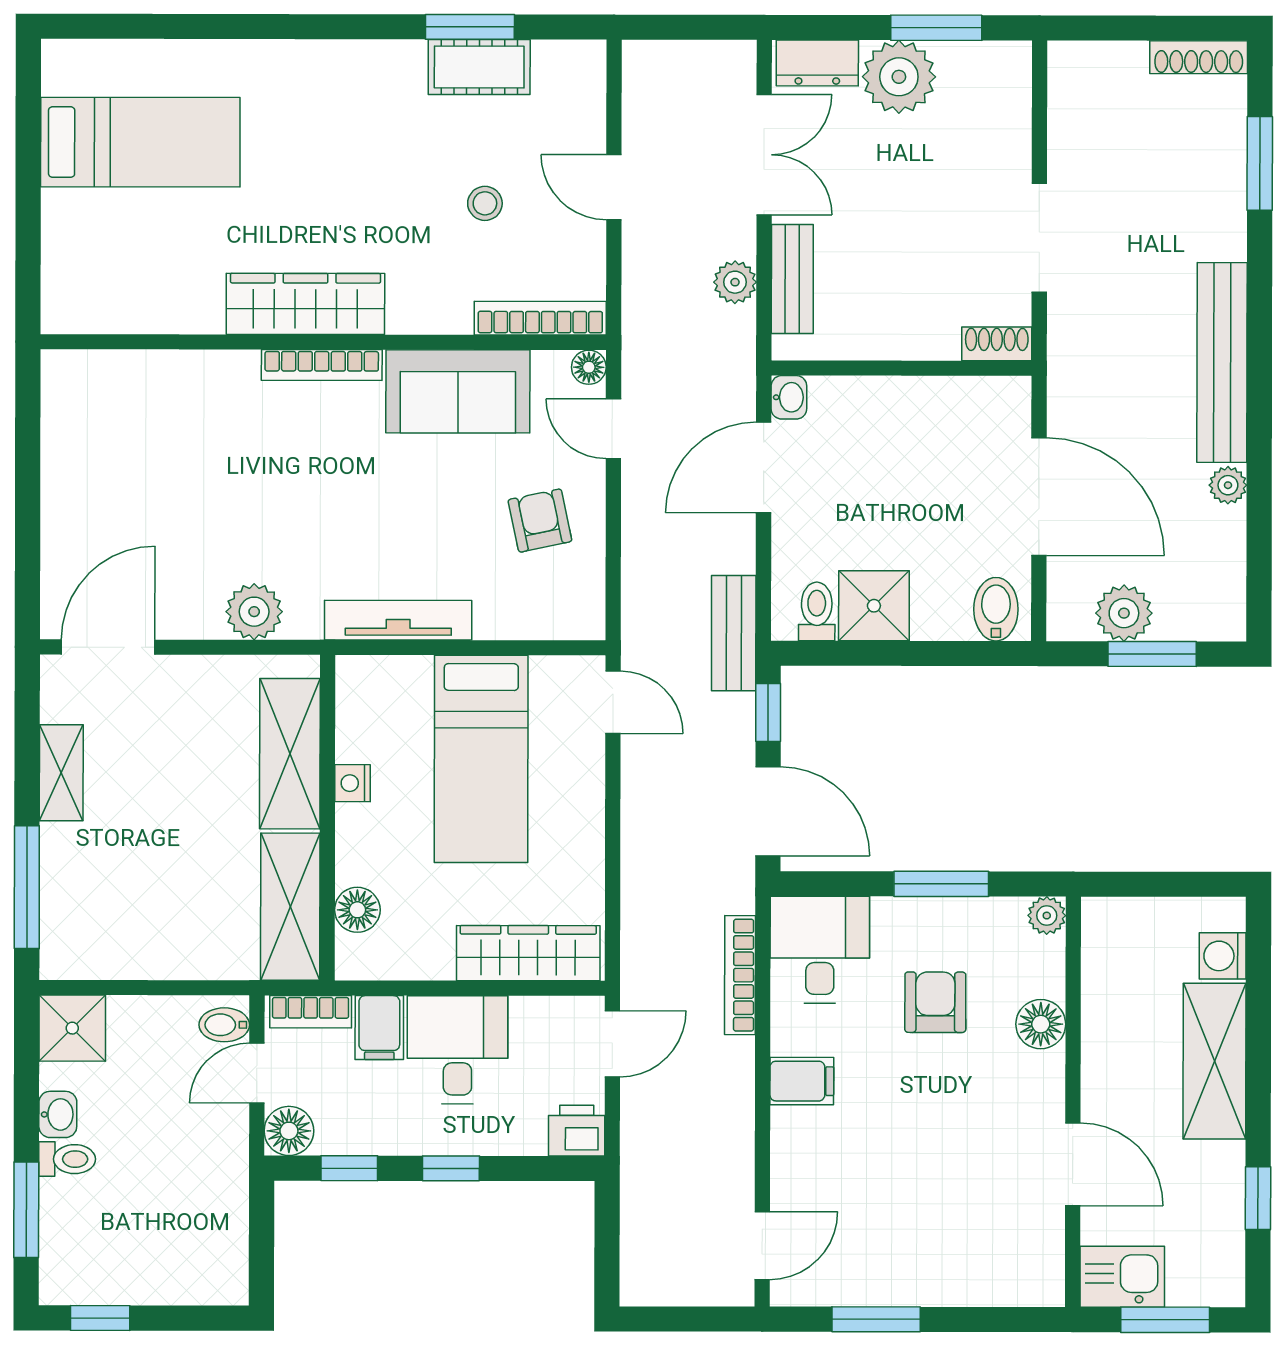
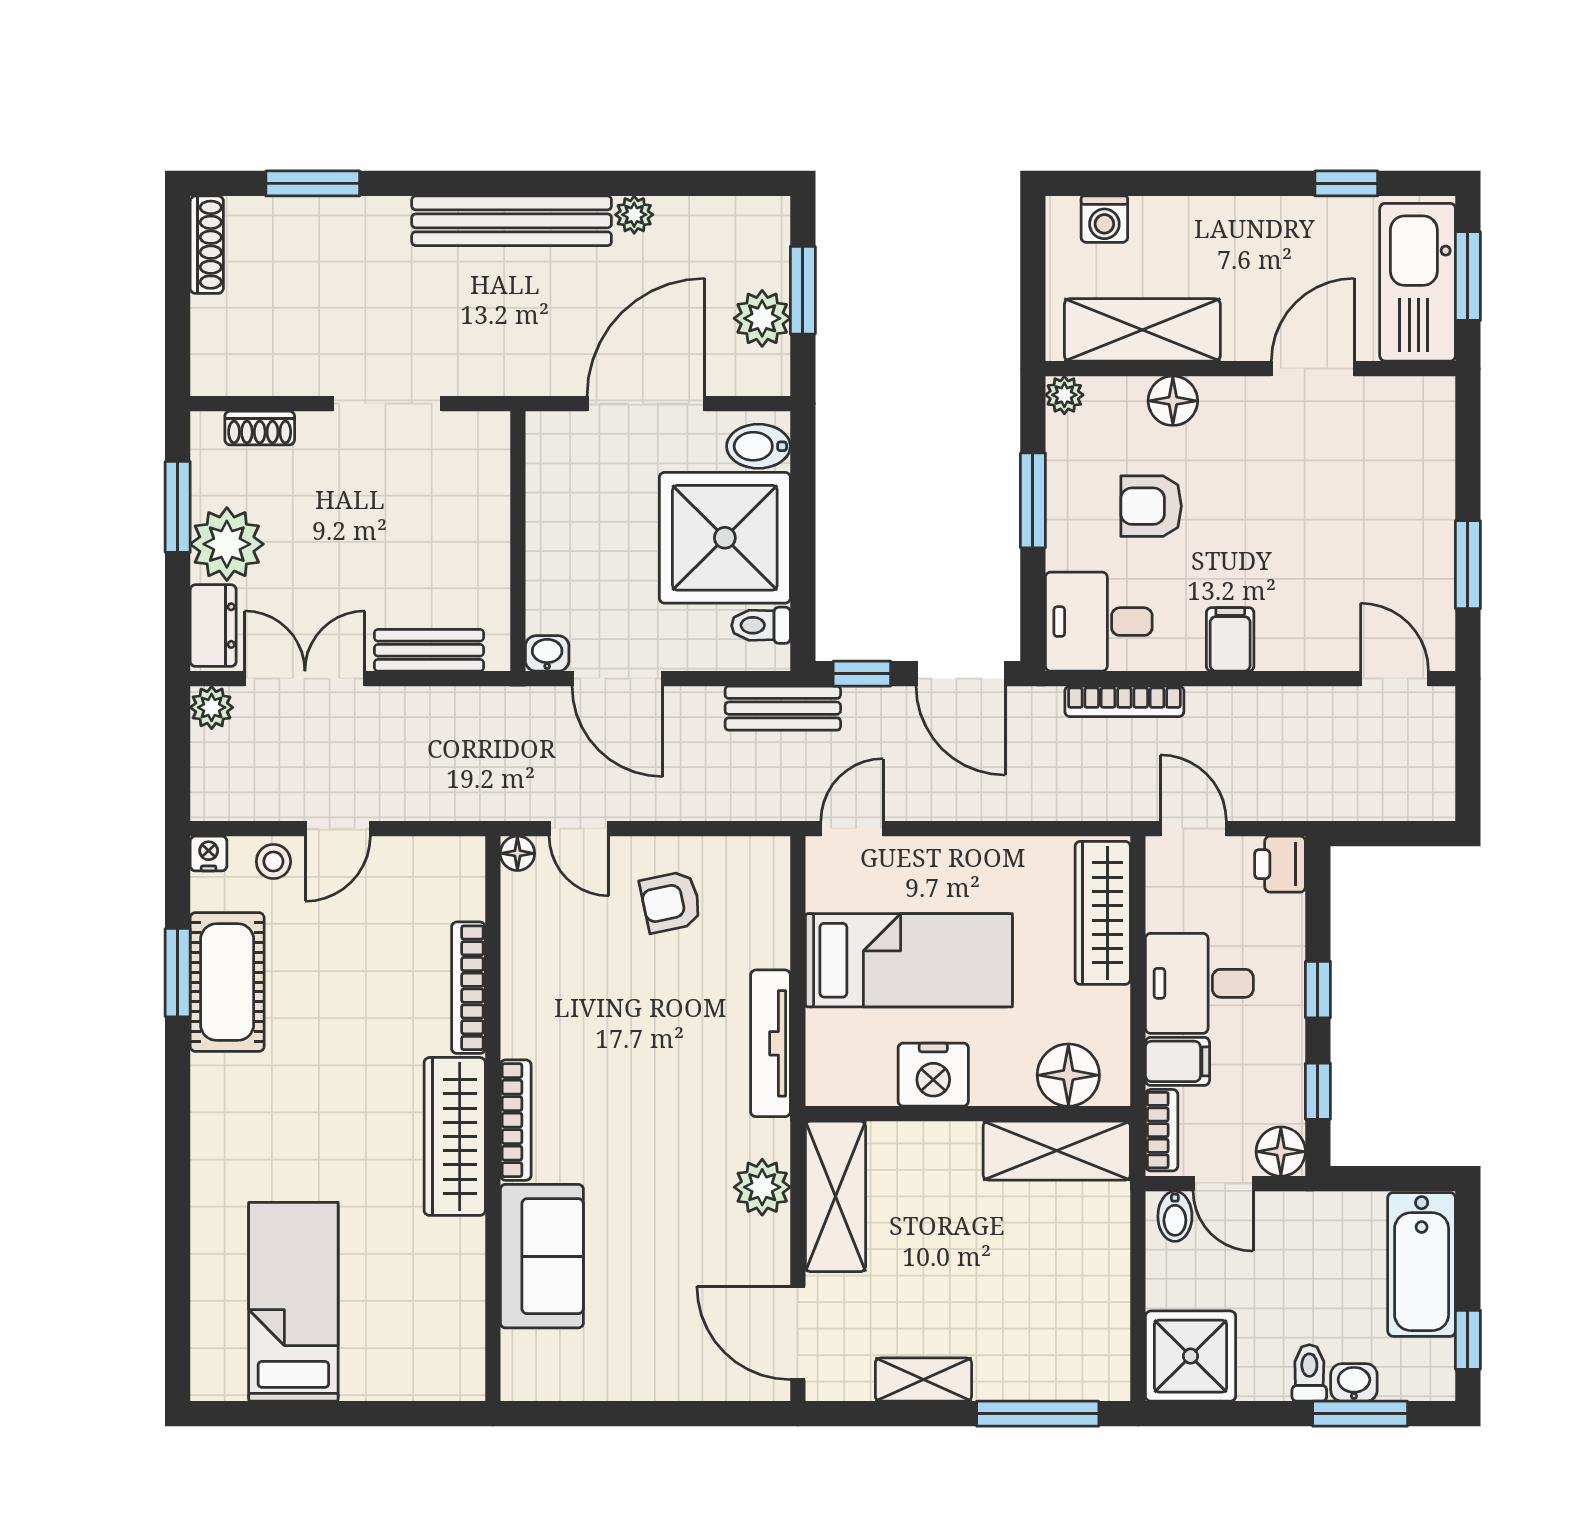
nightstand: (589, 58) -> (209, 853), added
cot: (479, 67) -> (227, 982), width x1.37, depth x1.34
stool: (485, 203) -> (273, 861), moved
plant: (735, 282) -> (212, 707), moved
bookcase: (540, 318) -> (468, 988), moved
shoe rack: (997, 344) -> (260, 428), moved, turned -90
sofa: (458, 391) -> (542, 1256), moved
door: (613, 429) -> (579, 829), hinge flipped
shower: (874, 606) -> (725, 538), width x1.86, depth x1.86
shelving: (290, 754) -> (835, 1196), moved, turned 90
nightstand: (353, 783) -> (933, 1075), width x1.89, depth x1.79
door: (768, 811) -> (961, 674), swing flipped
floor lamp: (357, 910) -> (1068, 1075), width x1.38, depth x1.38
shower: (72, 1028) -> (1191, 1356), width x1.36, depth x1.36
shelving: (1214, 1061) -> (1142, 330), moved
washbasin: (58, 1114) -> (1354, 1382), moved
bathtub: (176, 1272) -> (1422, 1264), added
kitchen sink: (1122, 1277) -> (1418, 282), width x1.87, depth x1.24

